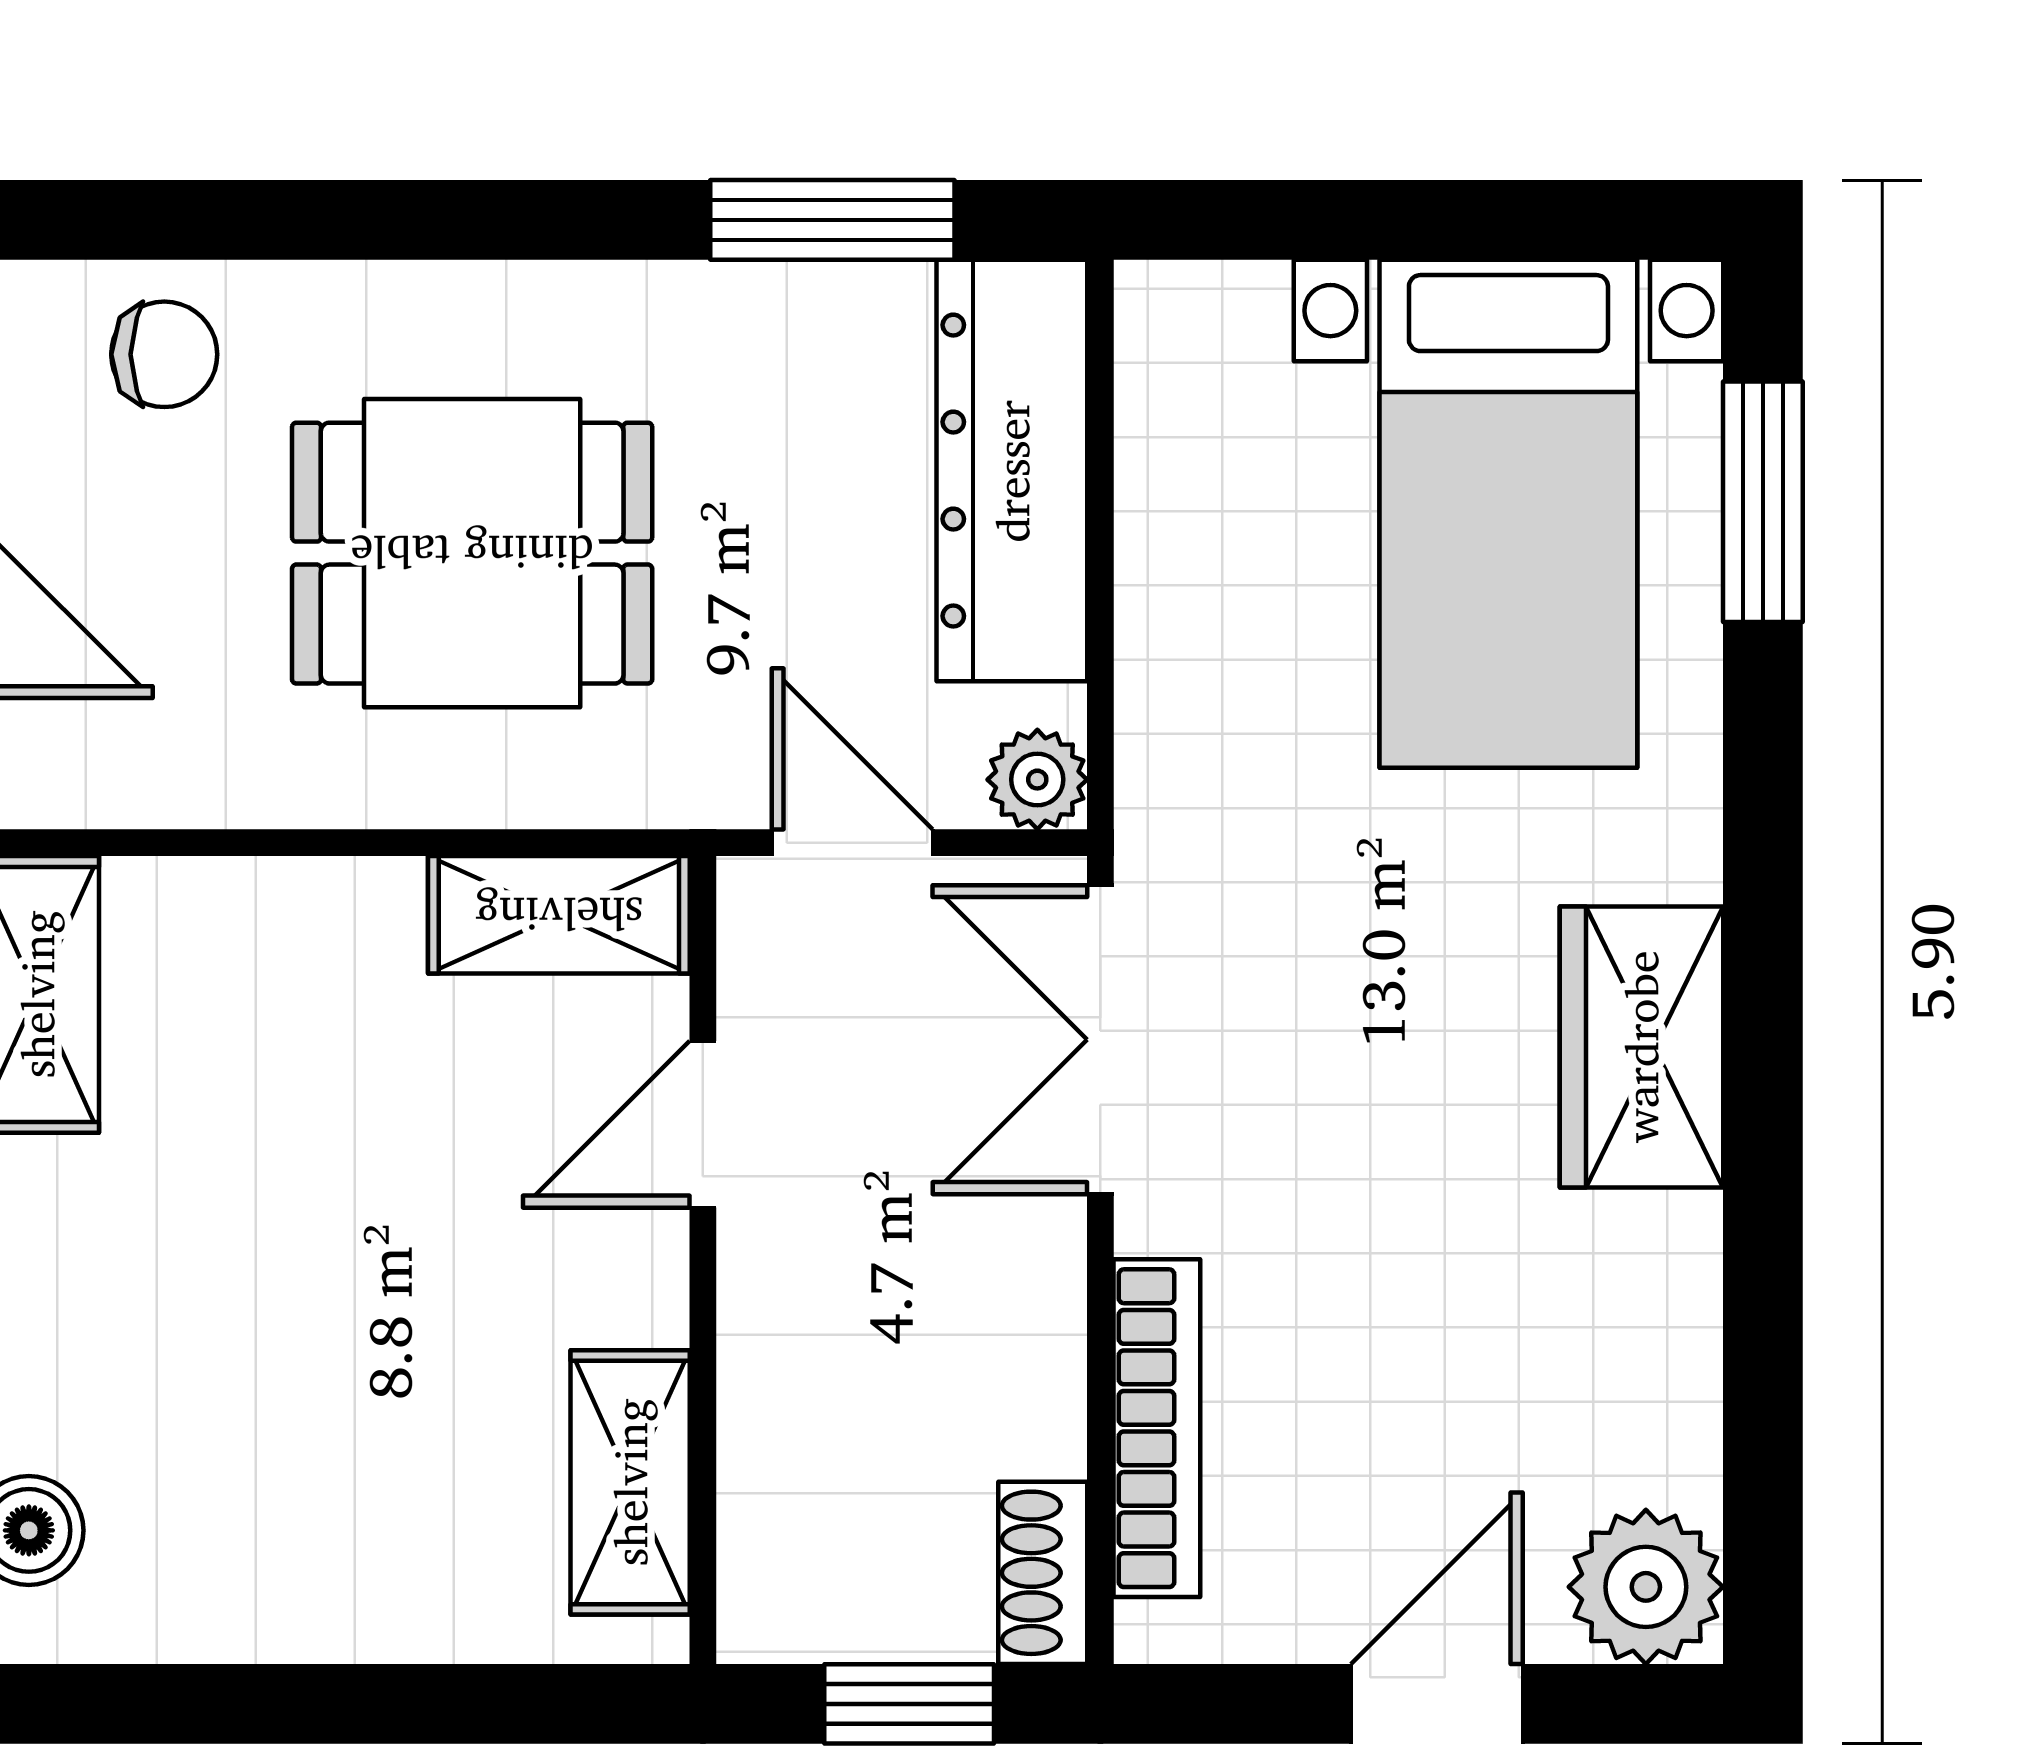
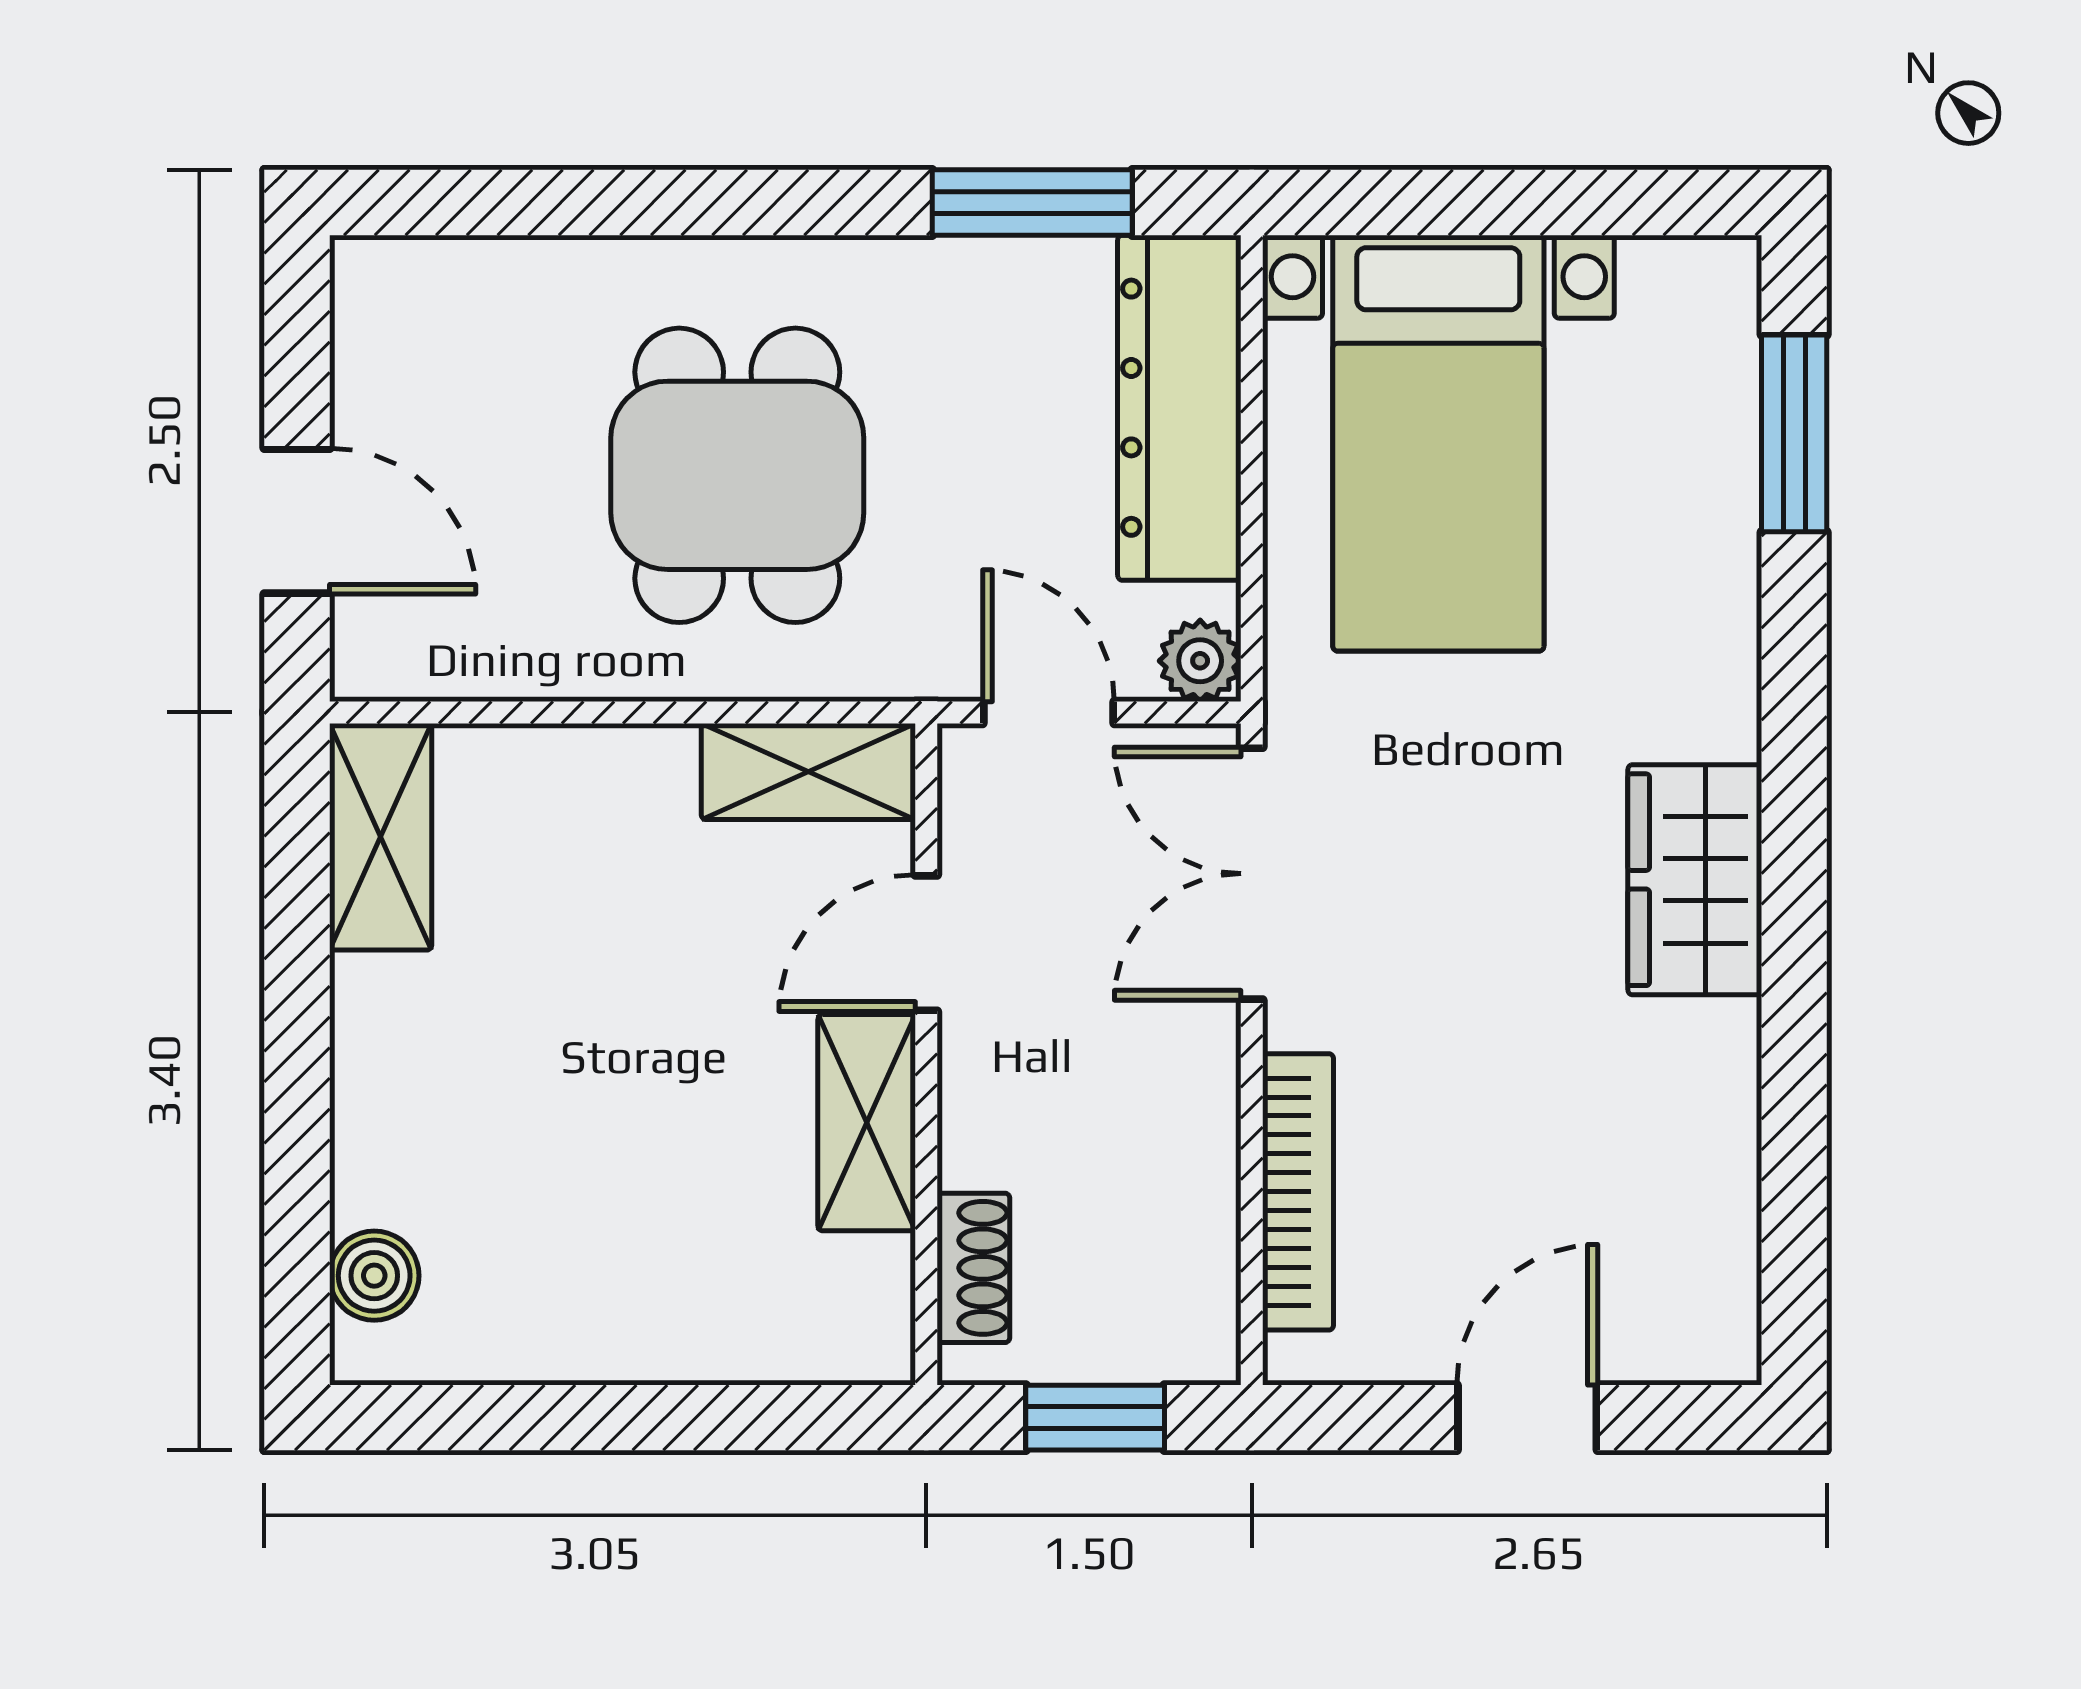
chair: (164, 354) -> (485, 313), removed
bed with nightstands: (1508, 514) -> (1438, 443), moved
dining table: (472, 553) -> (737, 475), turned 90
shelving: (630, 1482) -> (867, 1123), moved
shoe rack: (1043, 1573) -> (973, 1268), moved, turned 180
plant: (1646, 1587) -> (1698, 1322), removed

